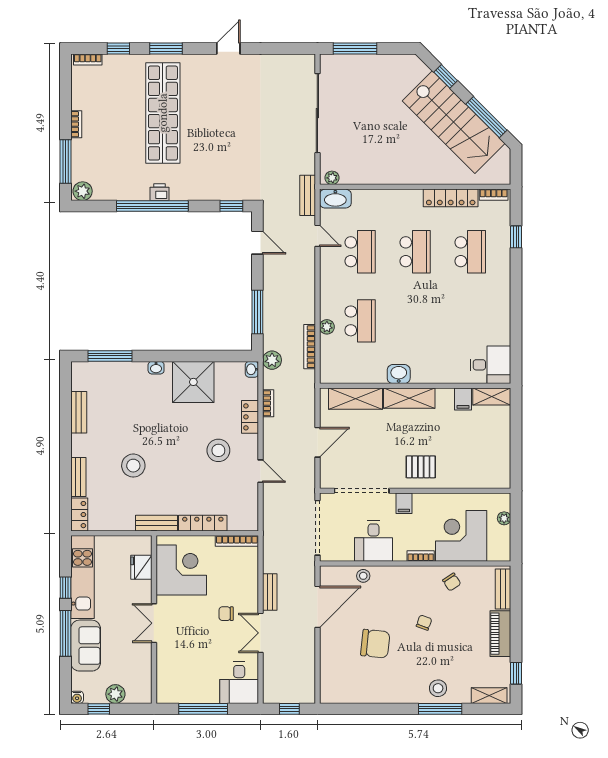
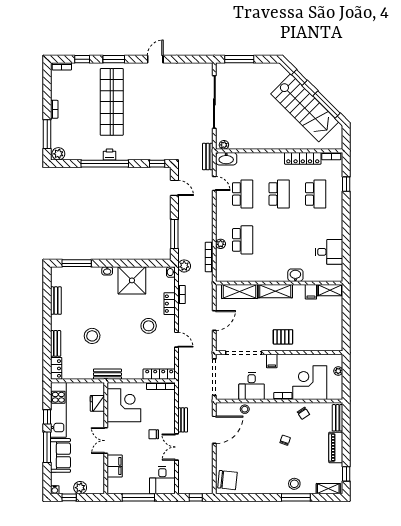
desk: (490, 365) -> (329, 252), moved
washbasin: (399, 374) -> (295, 275), moved
locker: (203, 523) -> (159, 374), moved
chair: (375, 644) -> (227, 480), moved
filing cabinet: (167, 661) -> (115, 466), added

